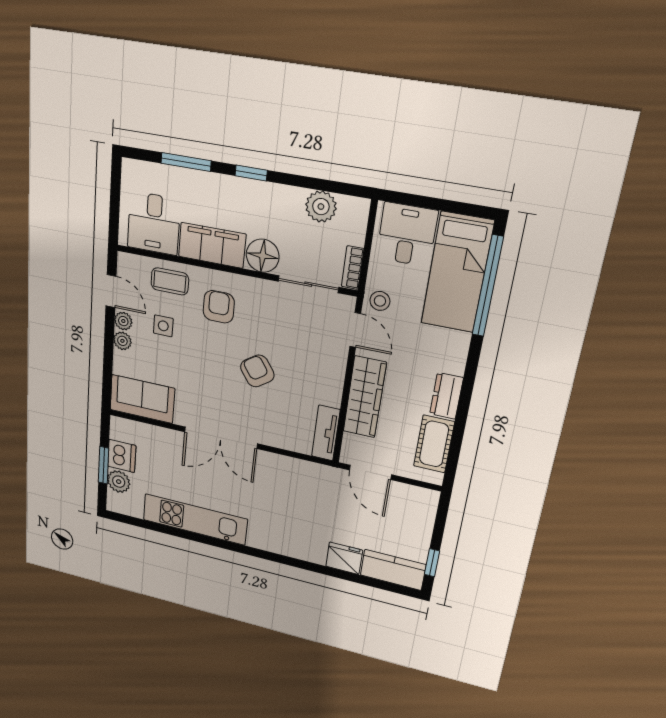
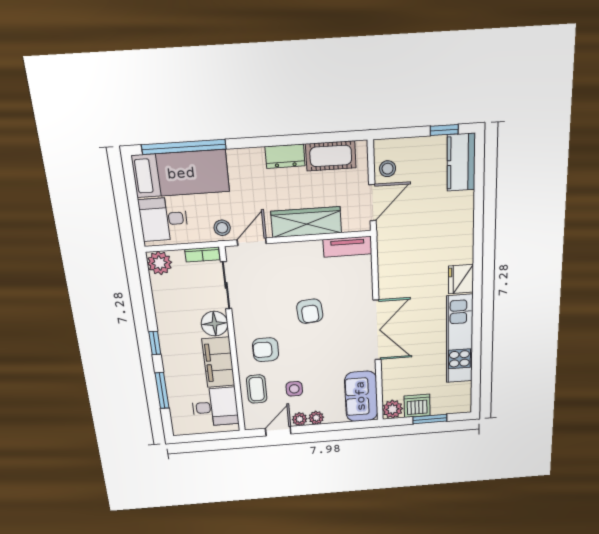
plant: (321, 207) -> (160, 263), moved
armchair: (257, 371) -> (310, 311), turned -60
plant: (119, 482) -> (393, 409), moved
stool: (405, 498) -> (388, 169), added
fridge: (344, 558) -> (461, 279), moved

